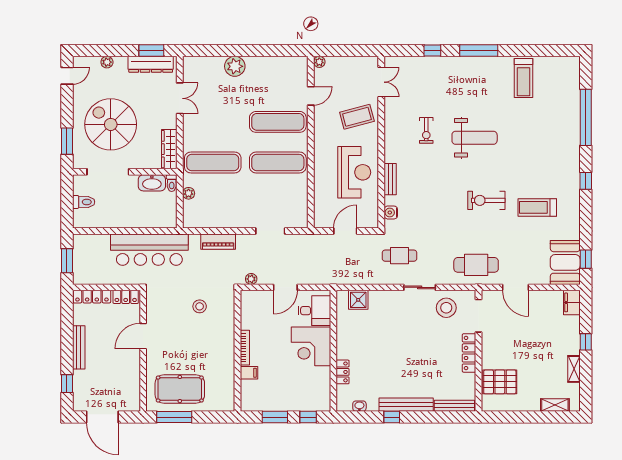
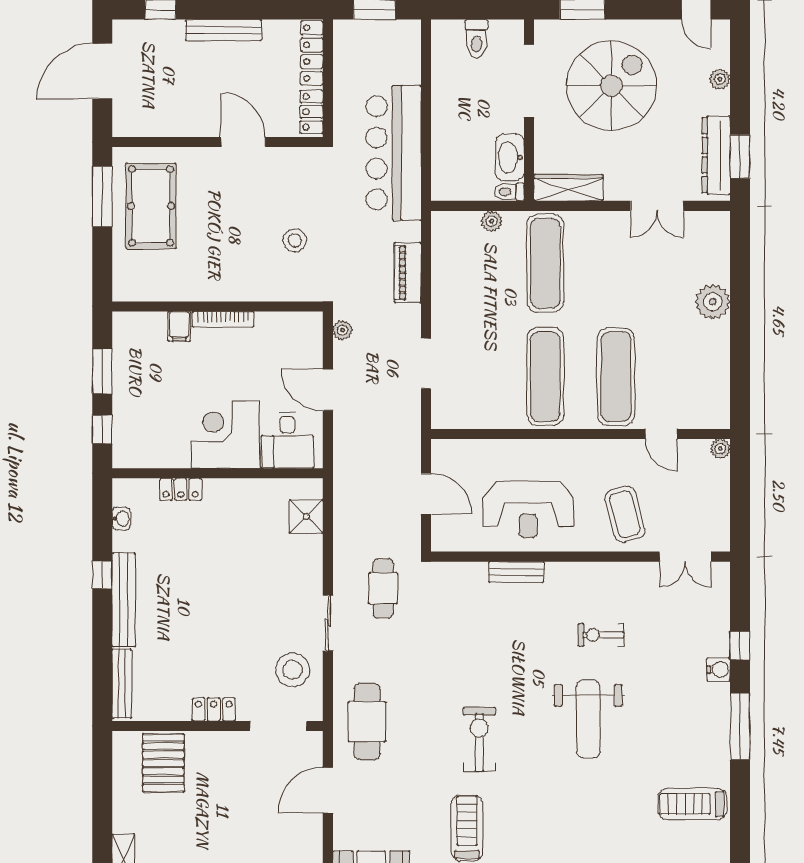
water cooler: (391, 212) -> (719, 670), moved, turned 90
locker: (469, 353) -> (214, 709), width x0.66

